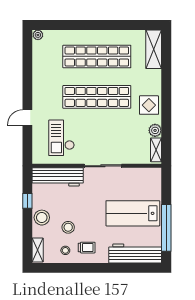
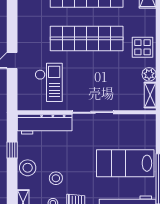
checkout: (61, 138) -> (49, 82), turned 180

